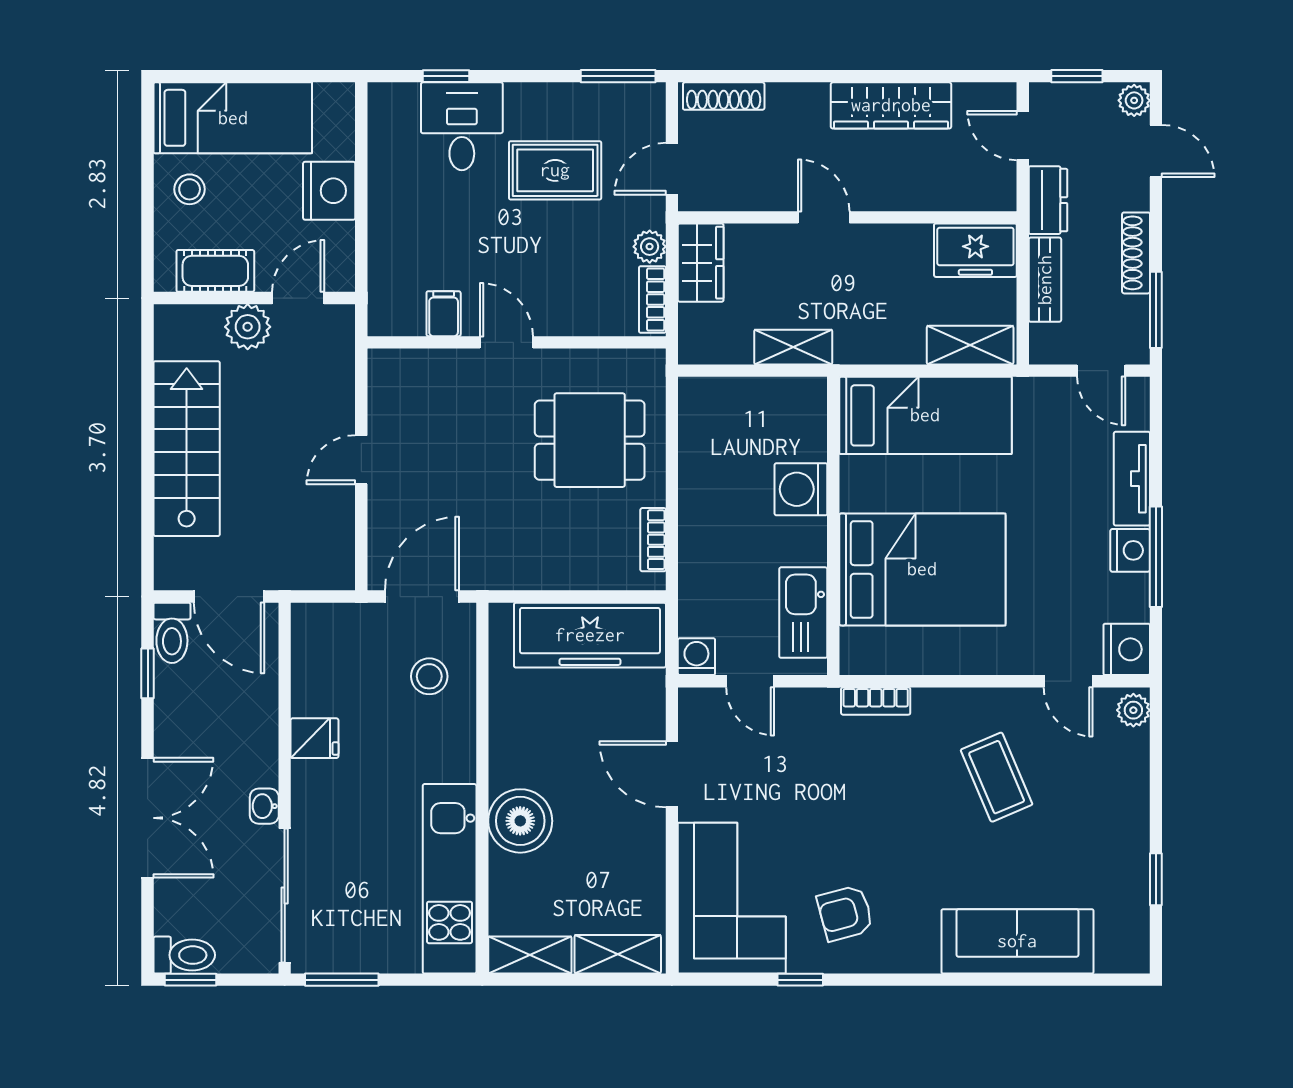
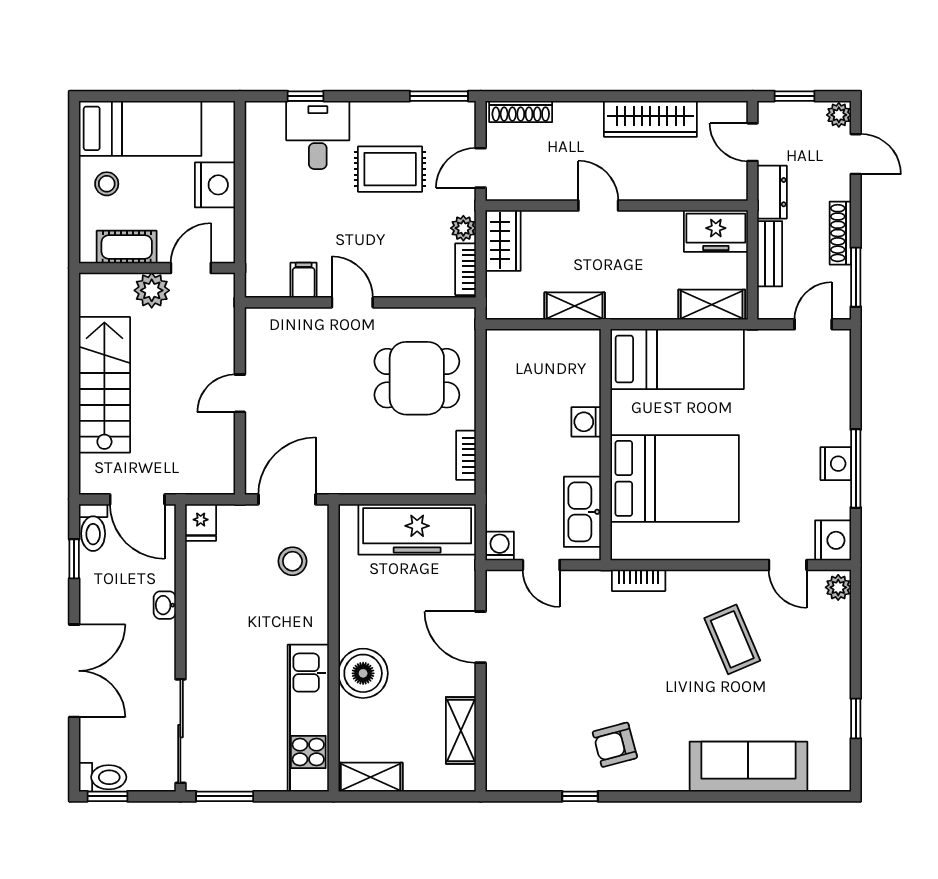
door: (1101, 371) -> (813, 324), swing flipped
tv unit: (1132, 479) -> (837, 408), removed
washing machine: (801, 489) -> (586, 422), width x0.73, depth x0.73
fridge: (315, 738) -> (201, 523), moved, turned 90
washbasin: (264, 806) -> (165, 605), moved
corner sofa: (732, 898) -> (527, 733), removed
shelving: (618, 954) -> (461, 730), moved, turned 90

